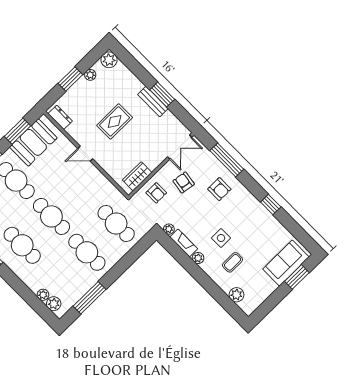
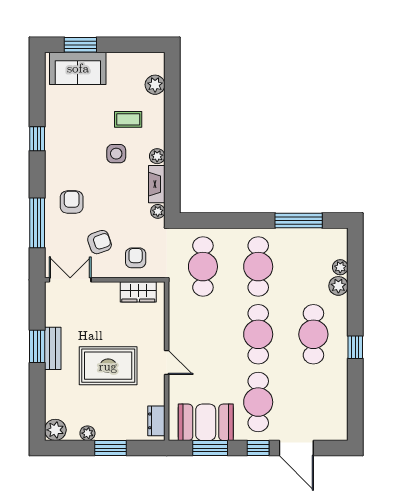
rug: (115, 121) -> (108, 366), width x1.36, depth x1.43
armchair: (184, 182) -> (100, 242), turned -118
plant: (54, 304) -> (338, 286), moved

